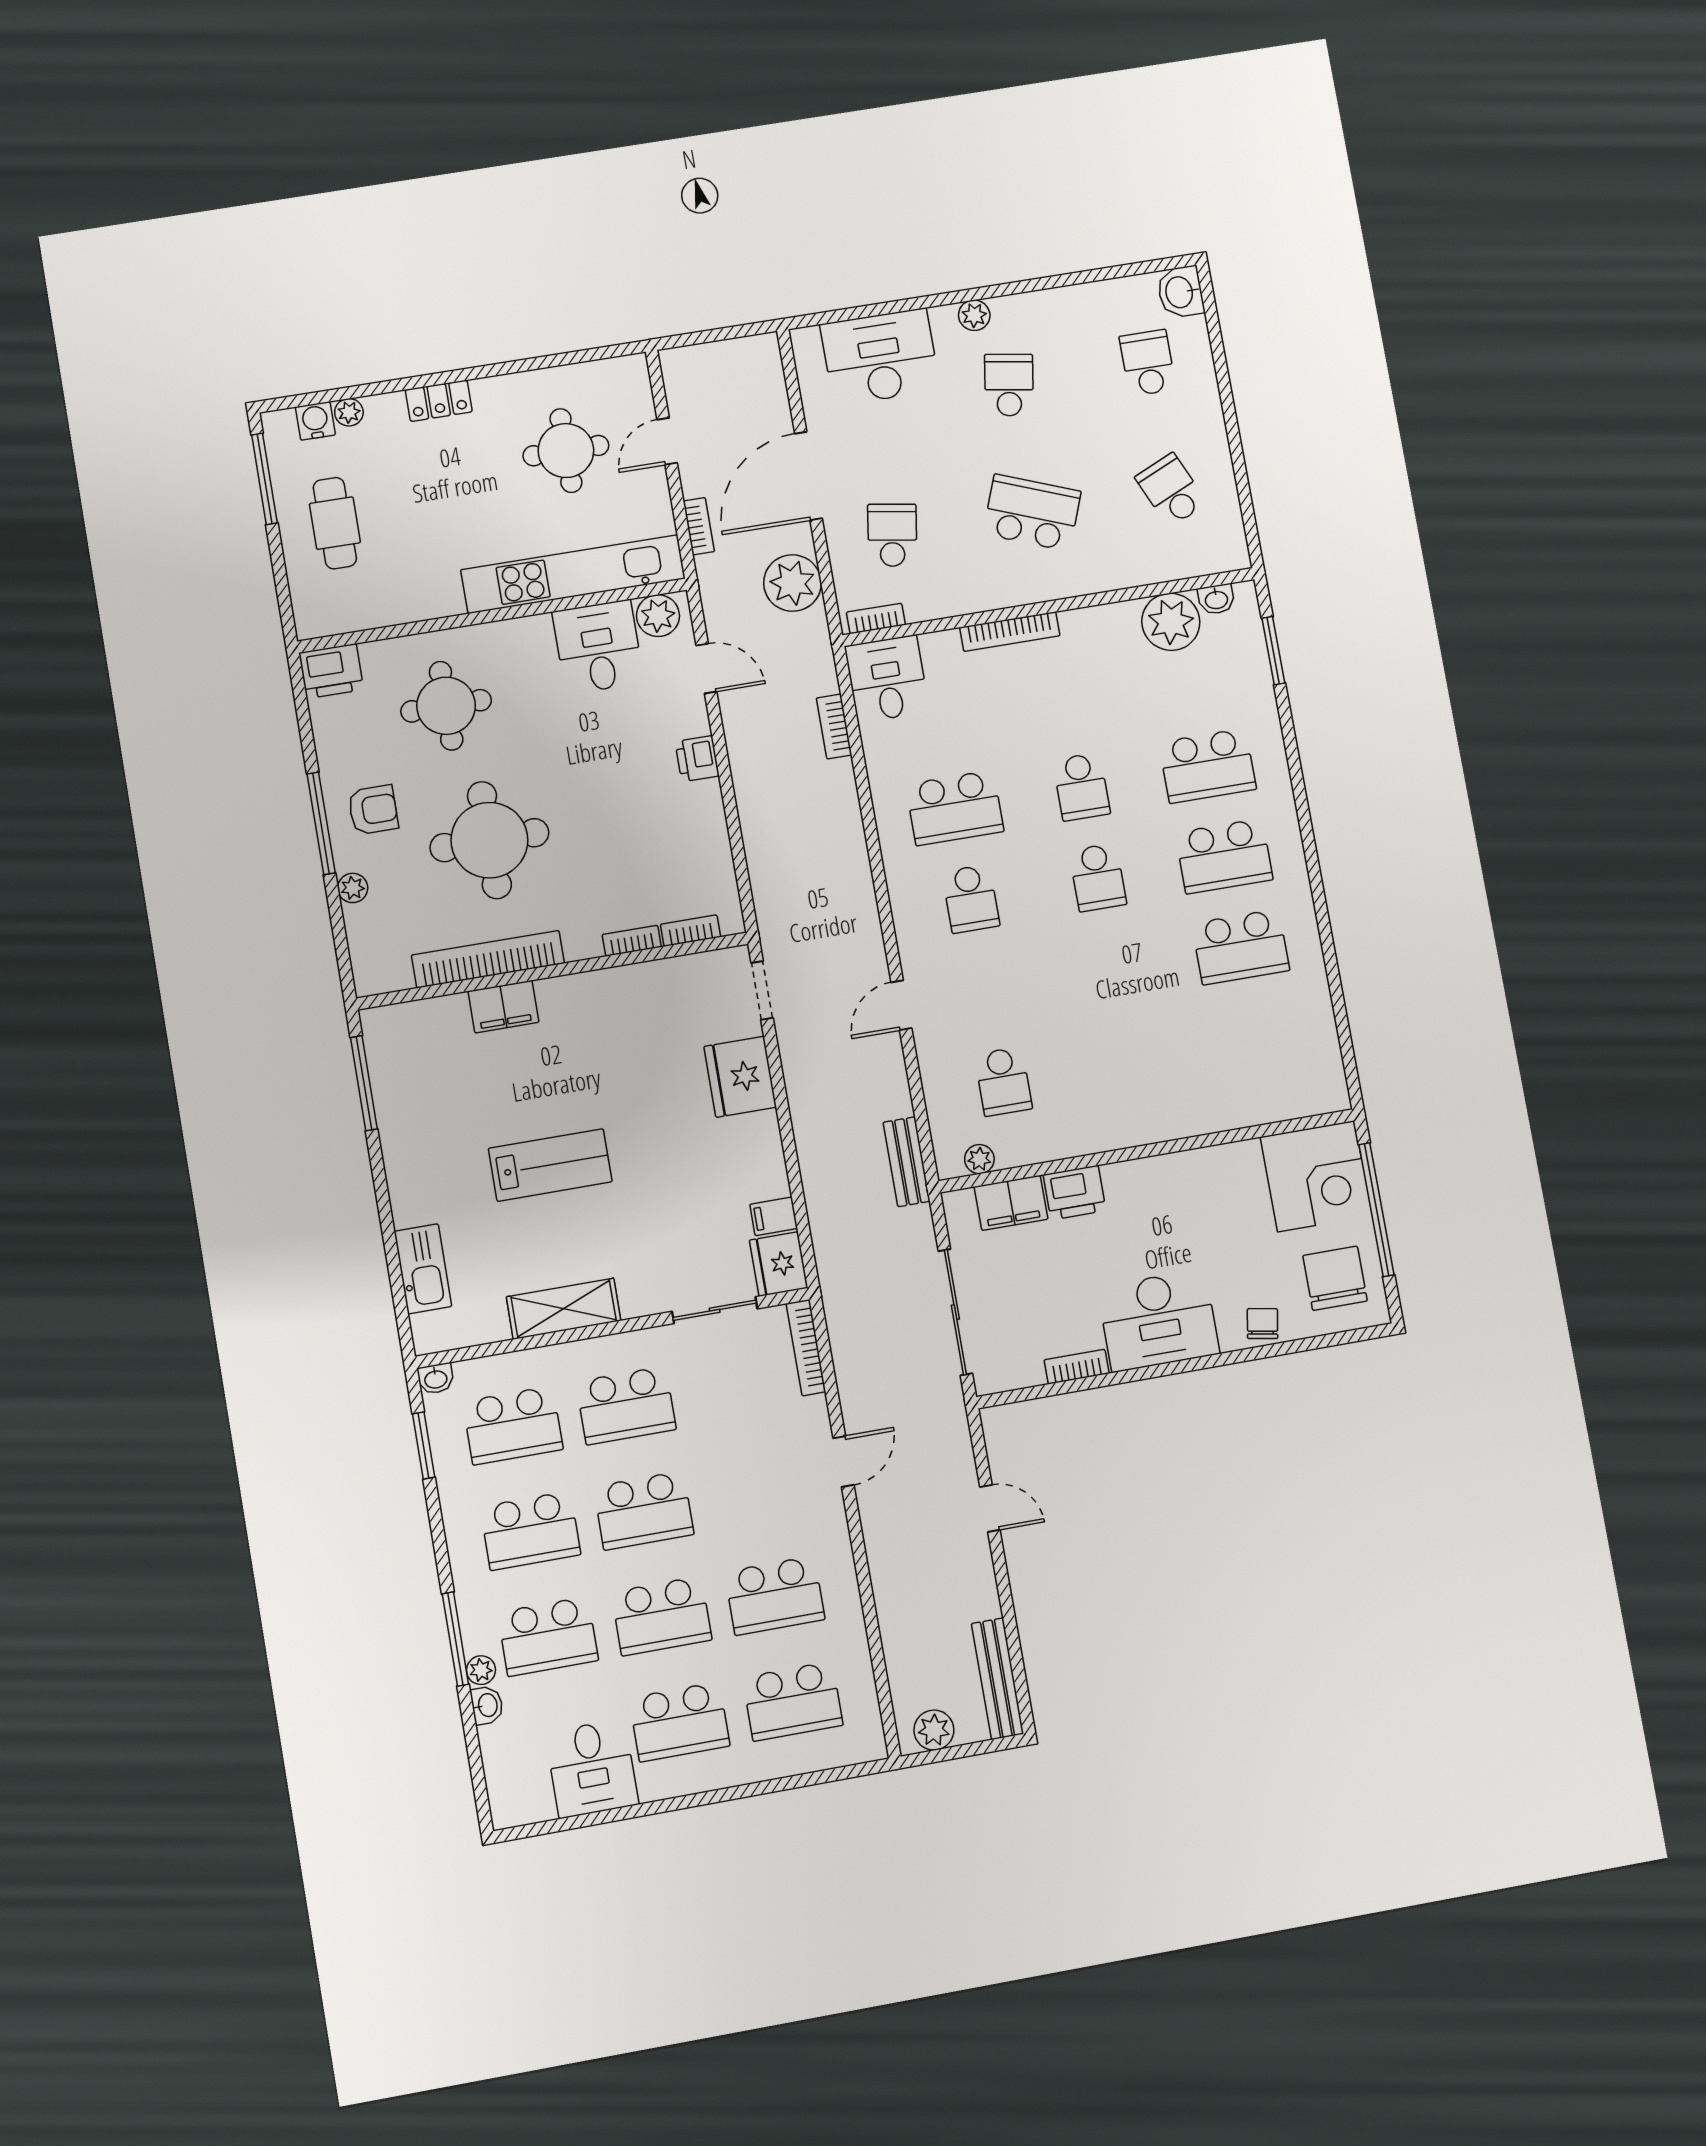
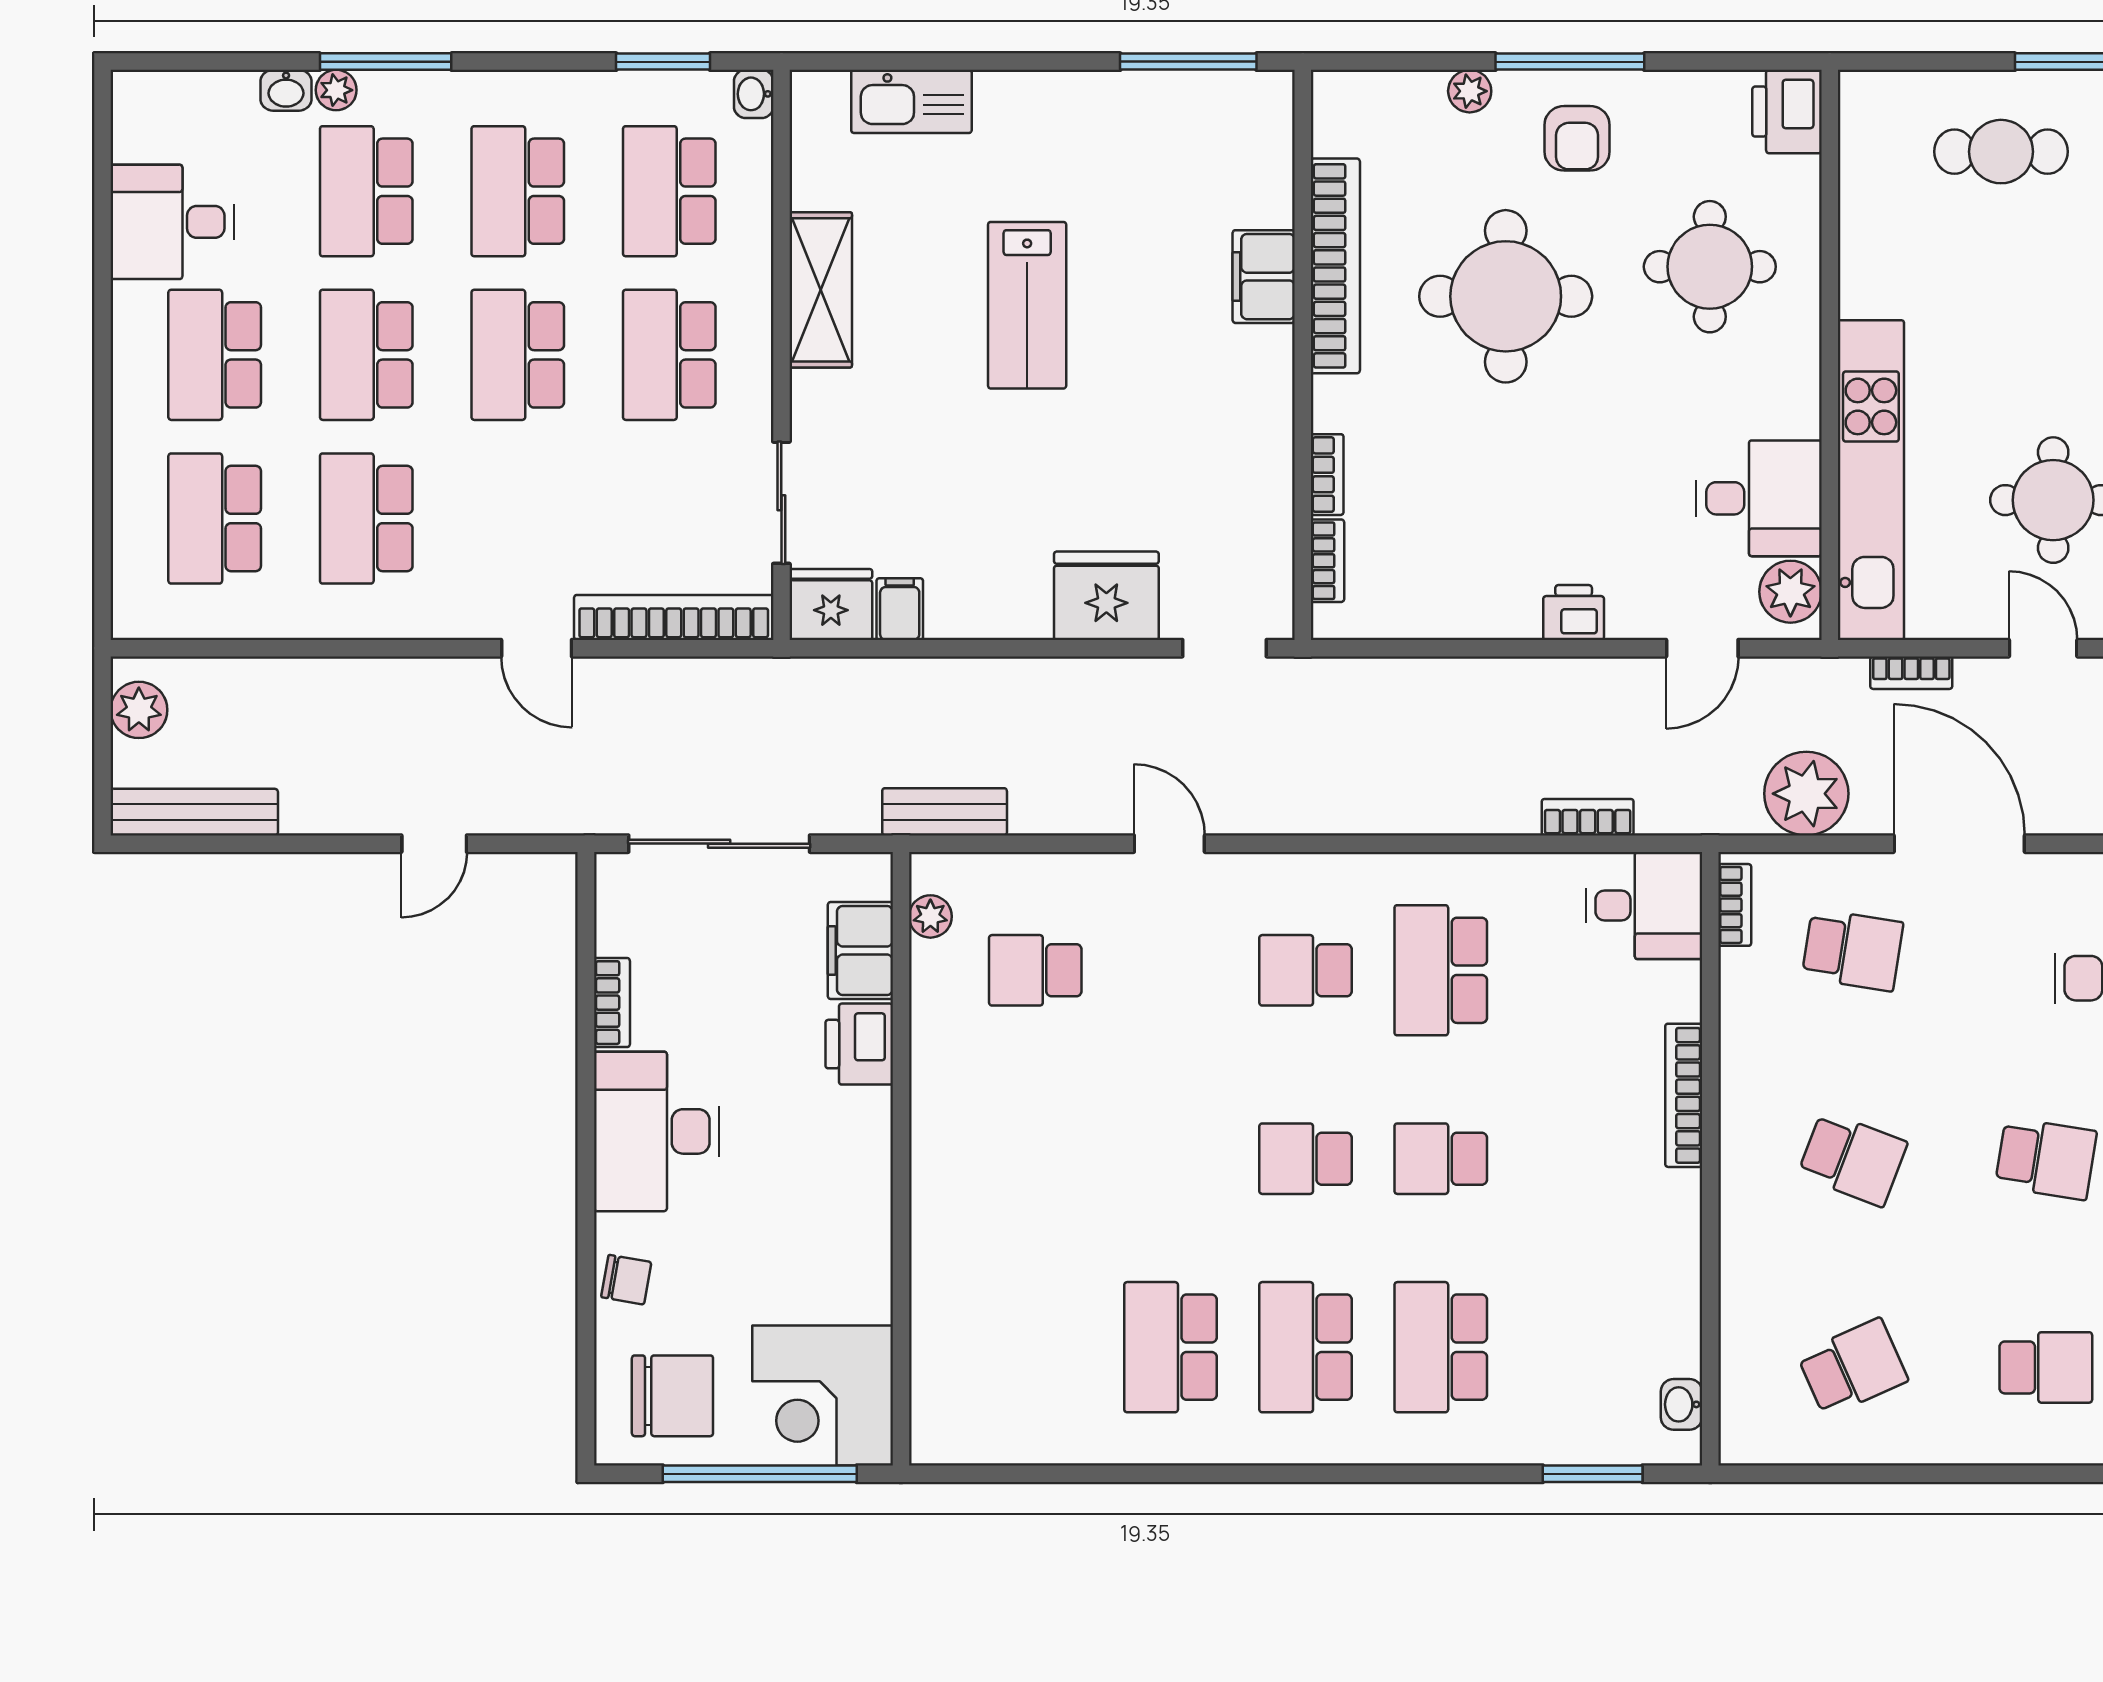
school desk: (1032, 513) -> (1853, 1159), width x0.54
plant: (1171, 622) -> (1659, 1332), removed
bookcase: (806, 1348) -> (674, 617), width x1.48, depth x1.31

